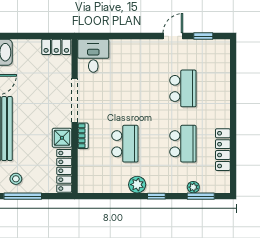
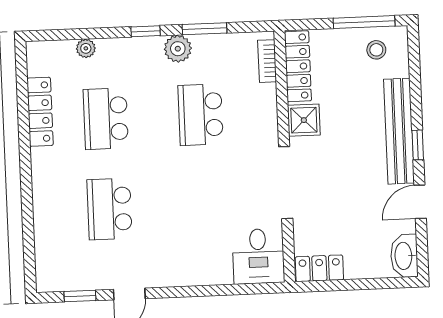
bookcase: (83, 136) -> (267, 61), moved
window: (201, 196) -> (204, 29), moved

